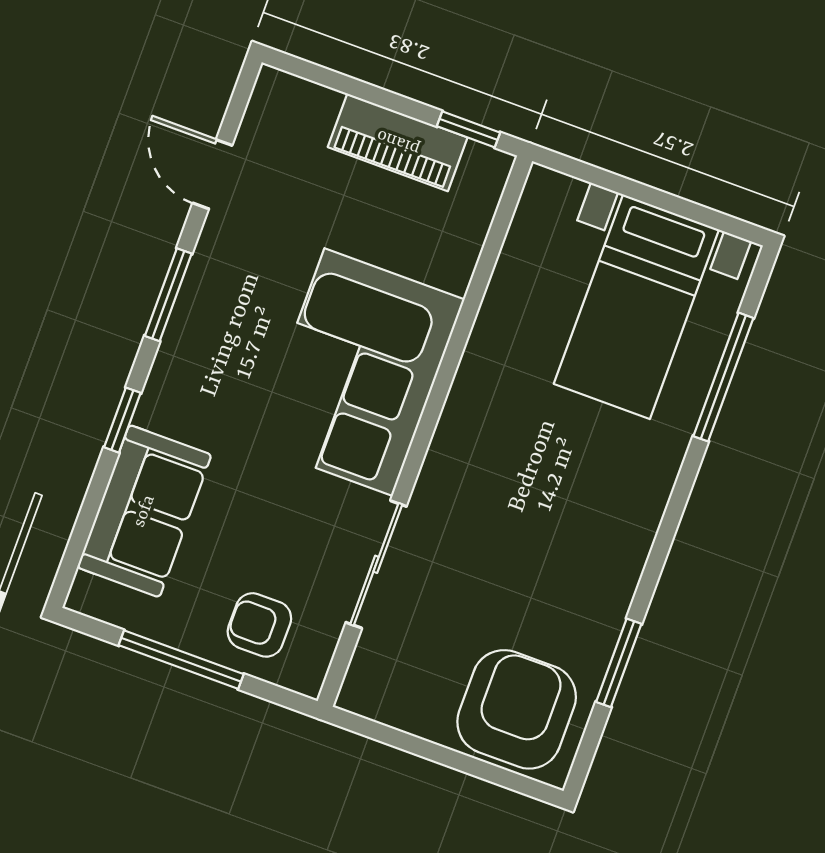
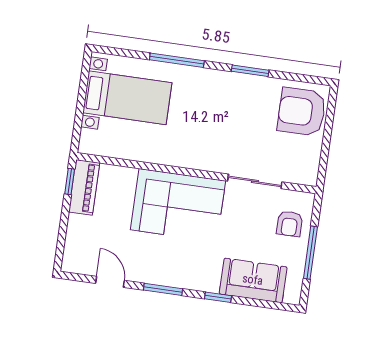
piano: (398, 142) -> (84, 187), moved
door: (212, 174) -> (110, 282), swing flipped
window: (723, 377) -> (177, 60), moved
window: (619, 663) -> (250, 71), moved

